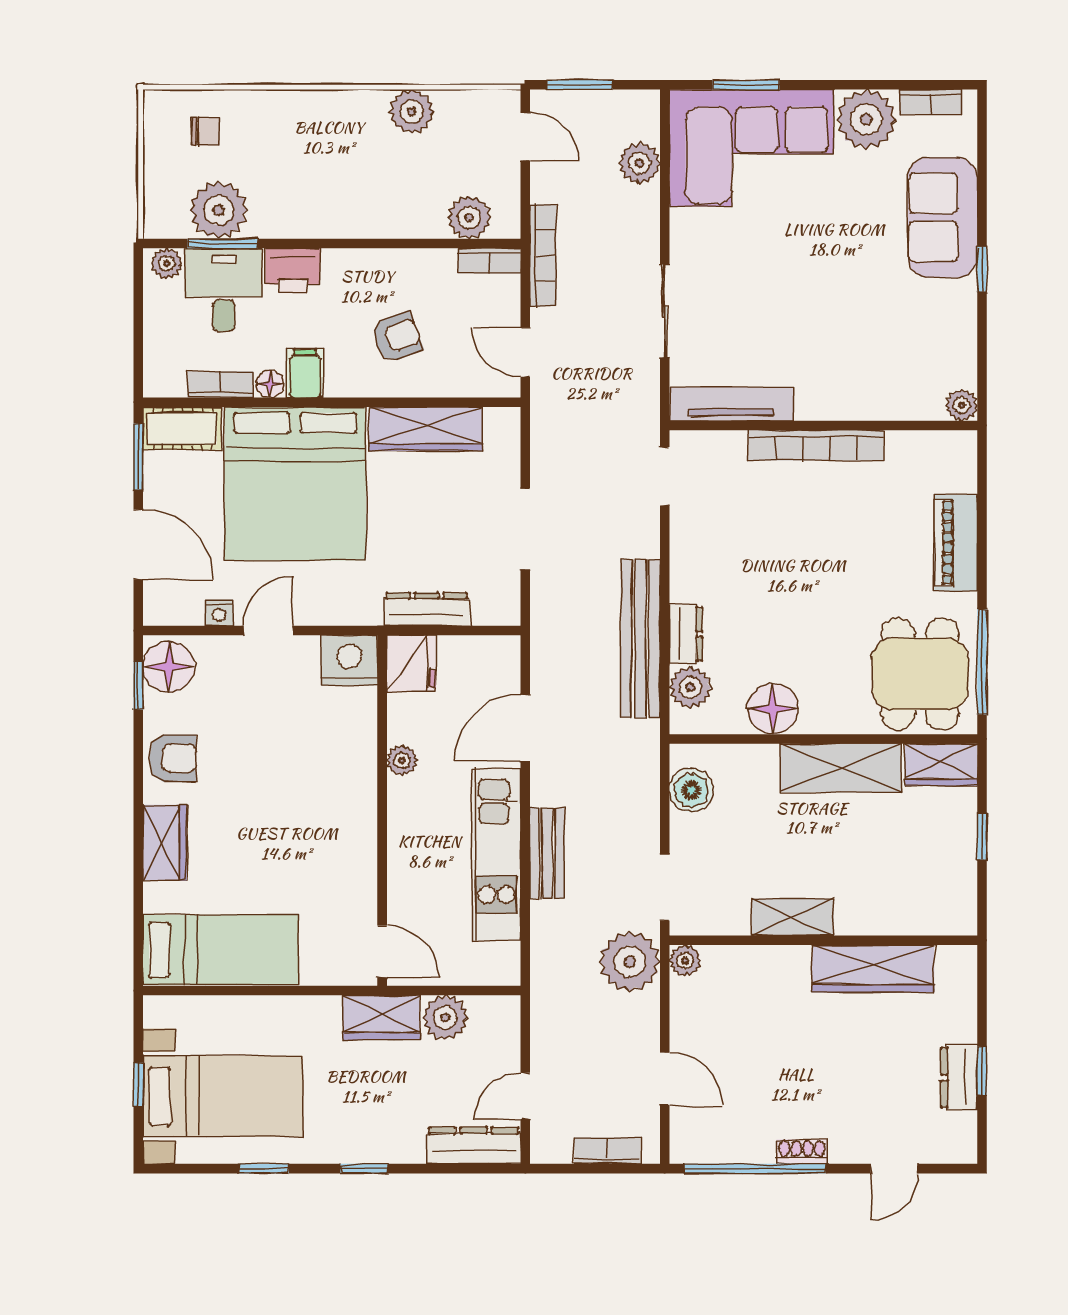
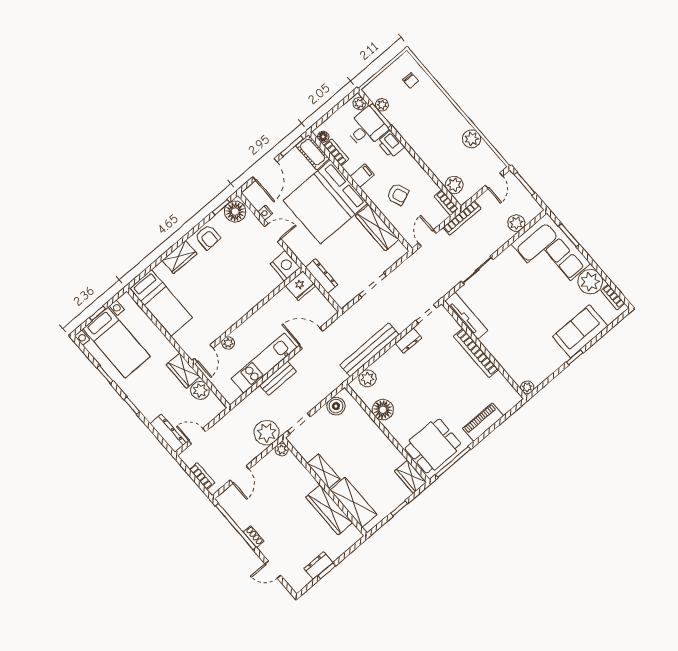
plant: (219, 210) -> (382, 105), width x0.53, depth x0.53
floor lamp: (270, 384) -> (323, 137), moved
dresser: (686, 634) -> (408, 341), moved
plant: (402, 760) -> (228, 343), moved
shelving: (841, 768) -> (353, 502), moved

